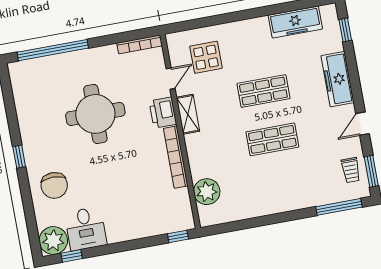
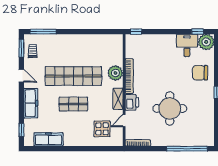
door: (362, 124) -> (21, 76), hinge flipped
shop shelf: (272, 139) -> (73, 76), width x2.00, depth x1.36
chair: (54, 185) -> (200, 73), turned -90
plant: (207, 192) -> (115, 73), moved

